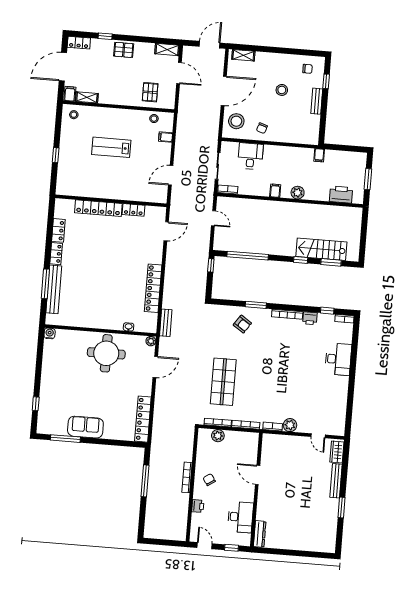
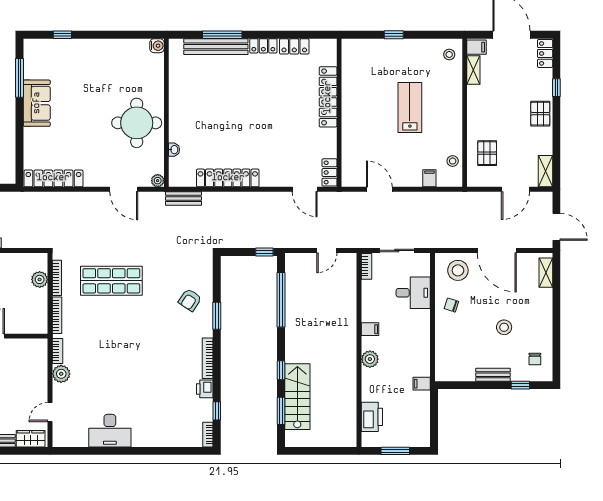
pallet: (150, 92) -> (487, 153), turned 90
locker: (134, 210) -> (330, 172), moved
desk: (338, 359) -> (110, 431), moved

